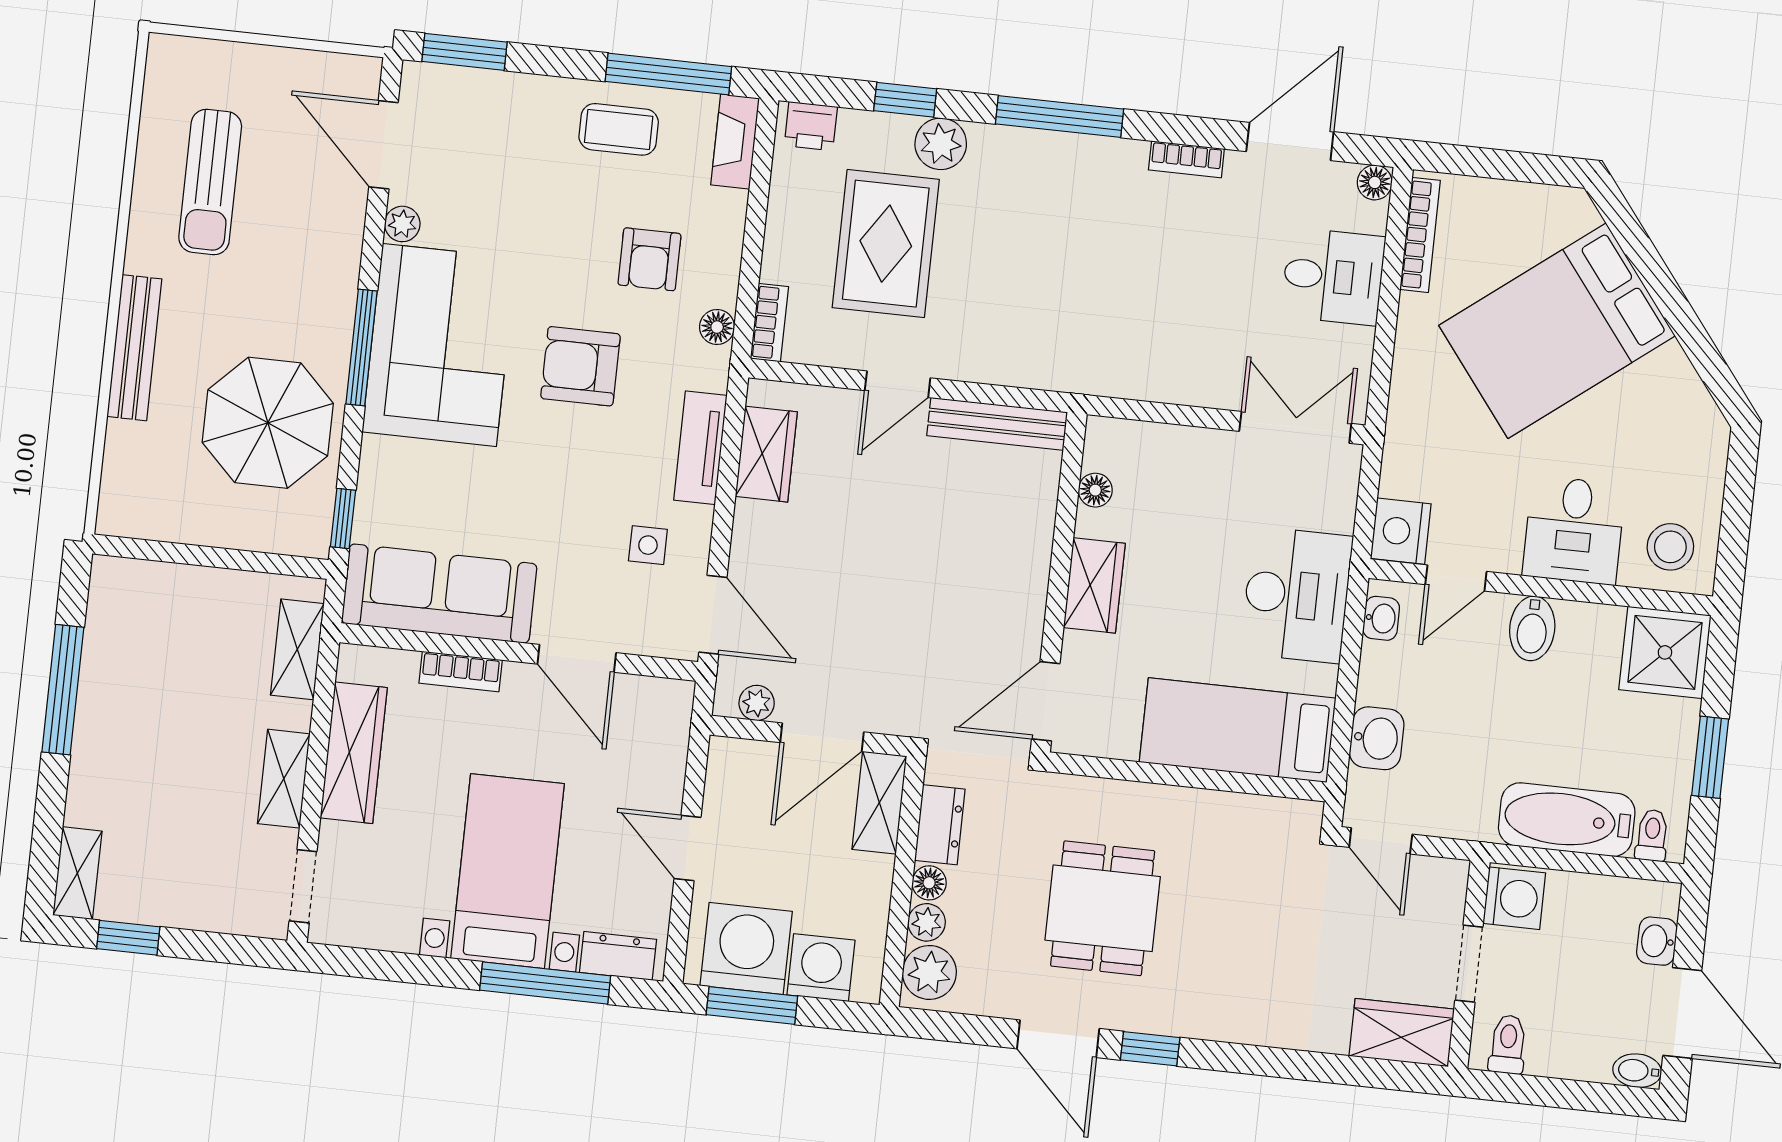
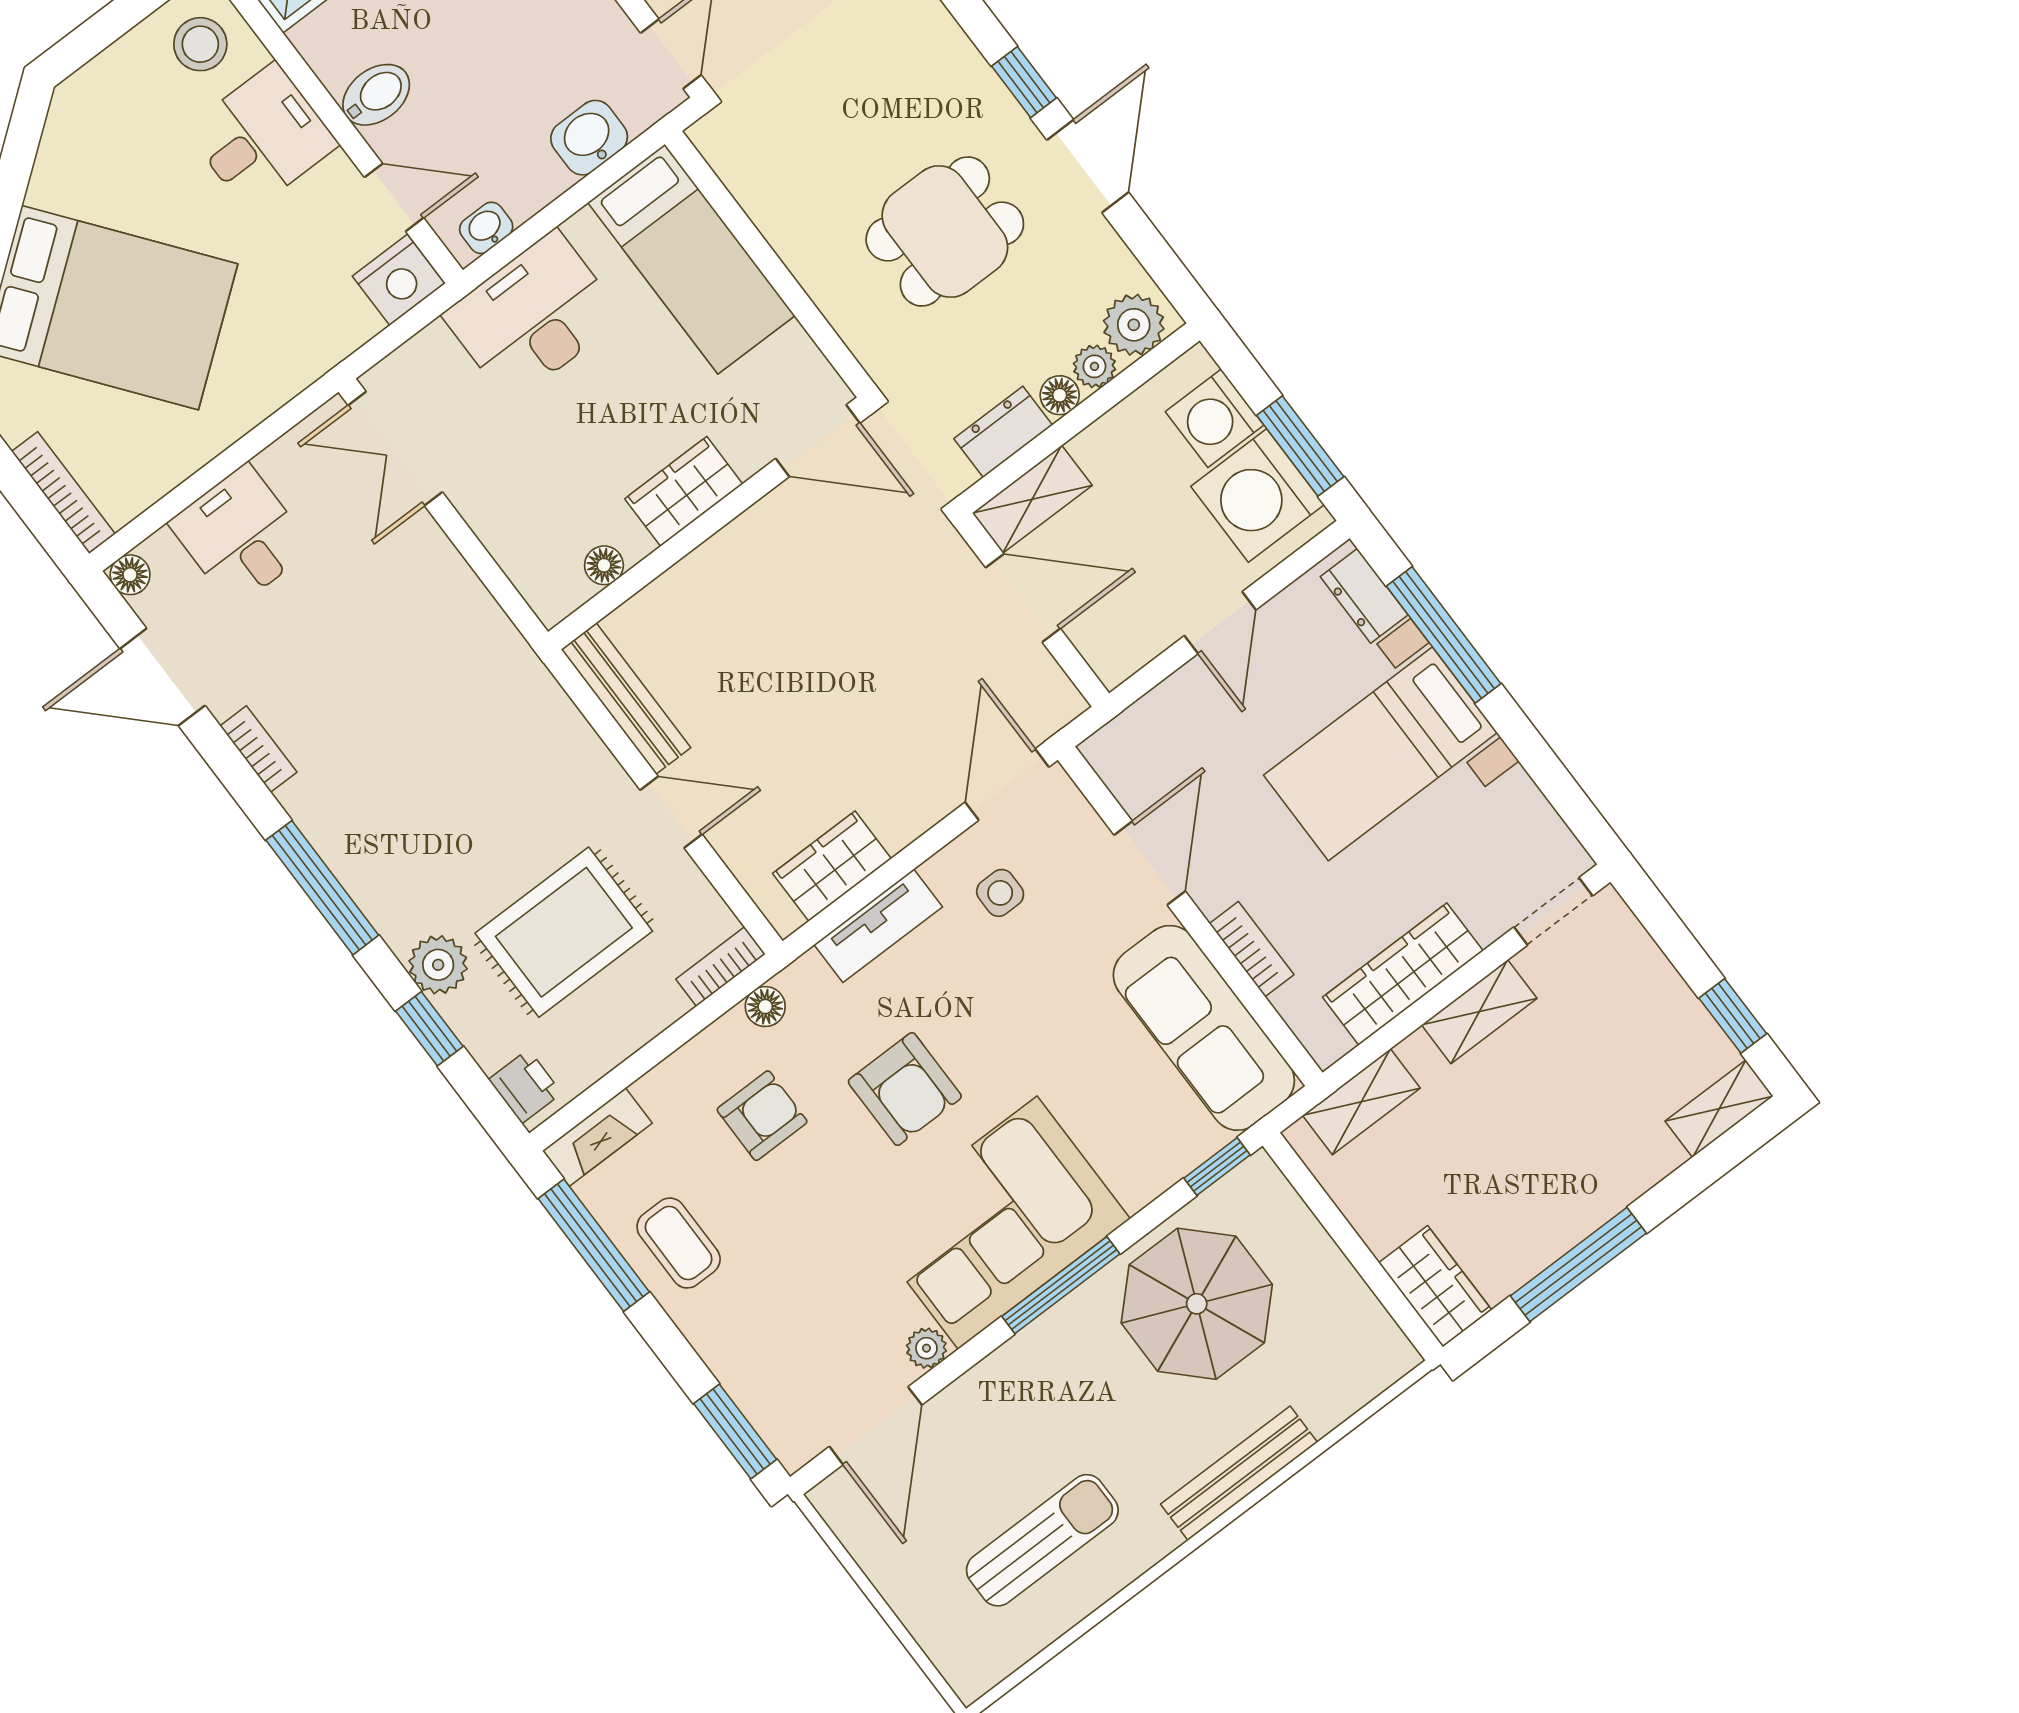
bookcase: (1420, 235) -> (63, 493), moved, turned 90
wardrobe: (135, 585) -> (1435, 1286), added
plant: (757, 703) -> (1046, 679), removed

